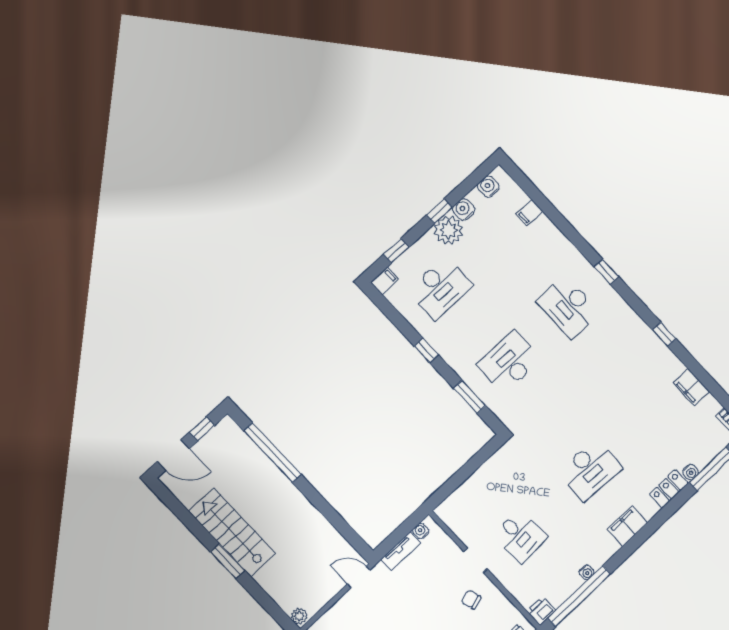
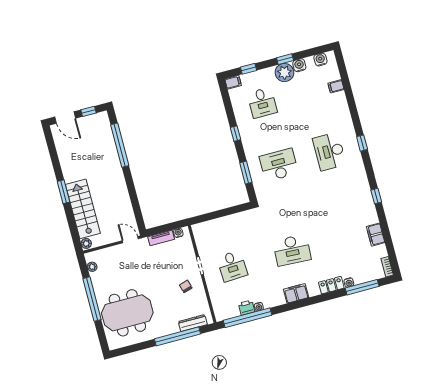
desk: (440, 288) -> (262, 103), width x0.73
stairs: (232, 532) -> (83, 209), moved
printer: (541, 611) -> (247, 308), moved

